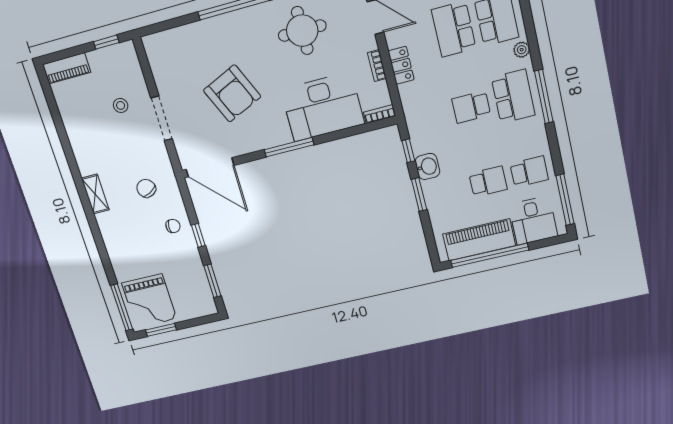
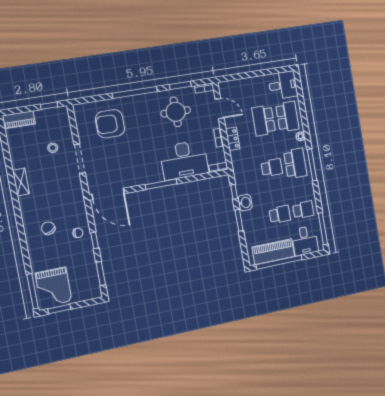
armchair: (232, 93) -> (110, 124), moved, turned 114
school desk: (471, 107) -> (272, 168), turned 180
chair: (146, 188) -> (48, 228), moved
shelving: (95, 194) -> (21, 182), moved

